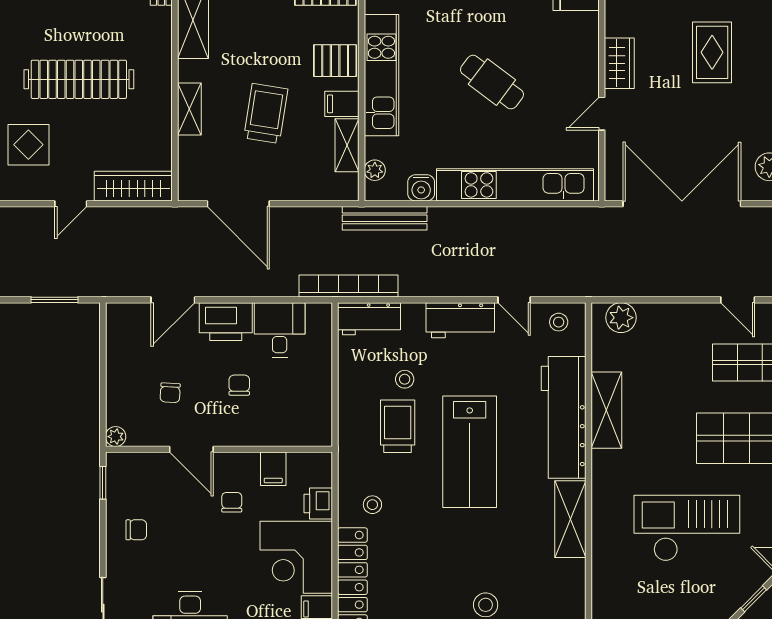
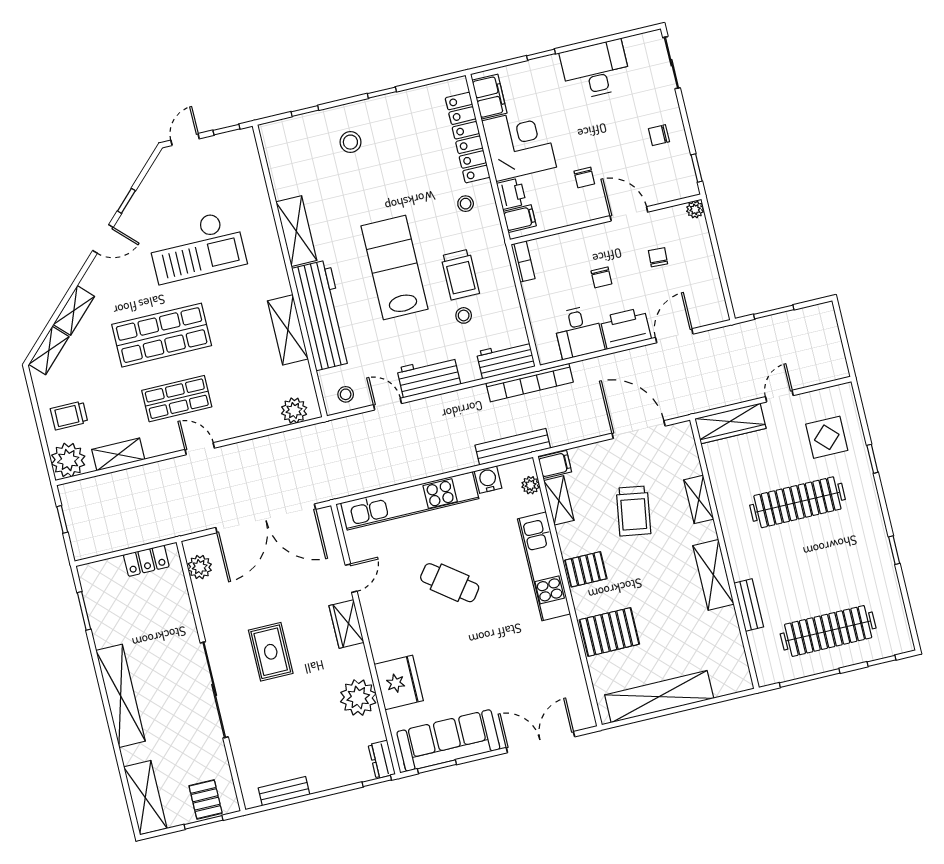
filing cabinet: (342, 104) -> (555, 465), moved
bookcase: (323, 424) -> (523, 261), added
filing cabinet: (273, 469) -> (520, 219), moved, turned 90

